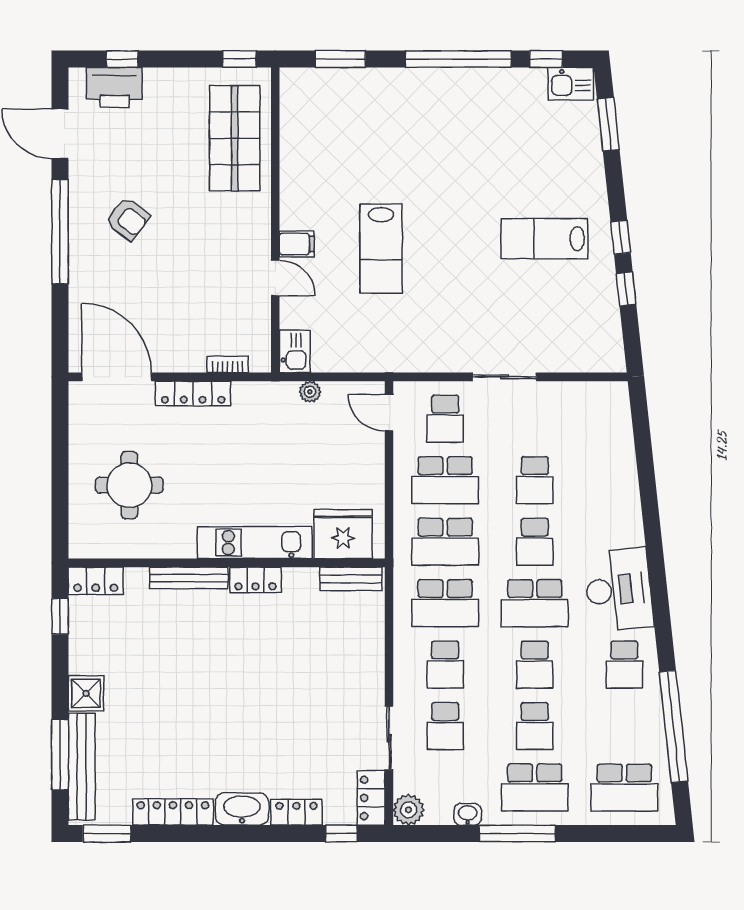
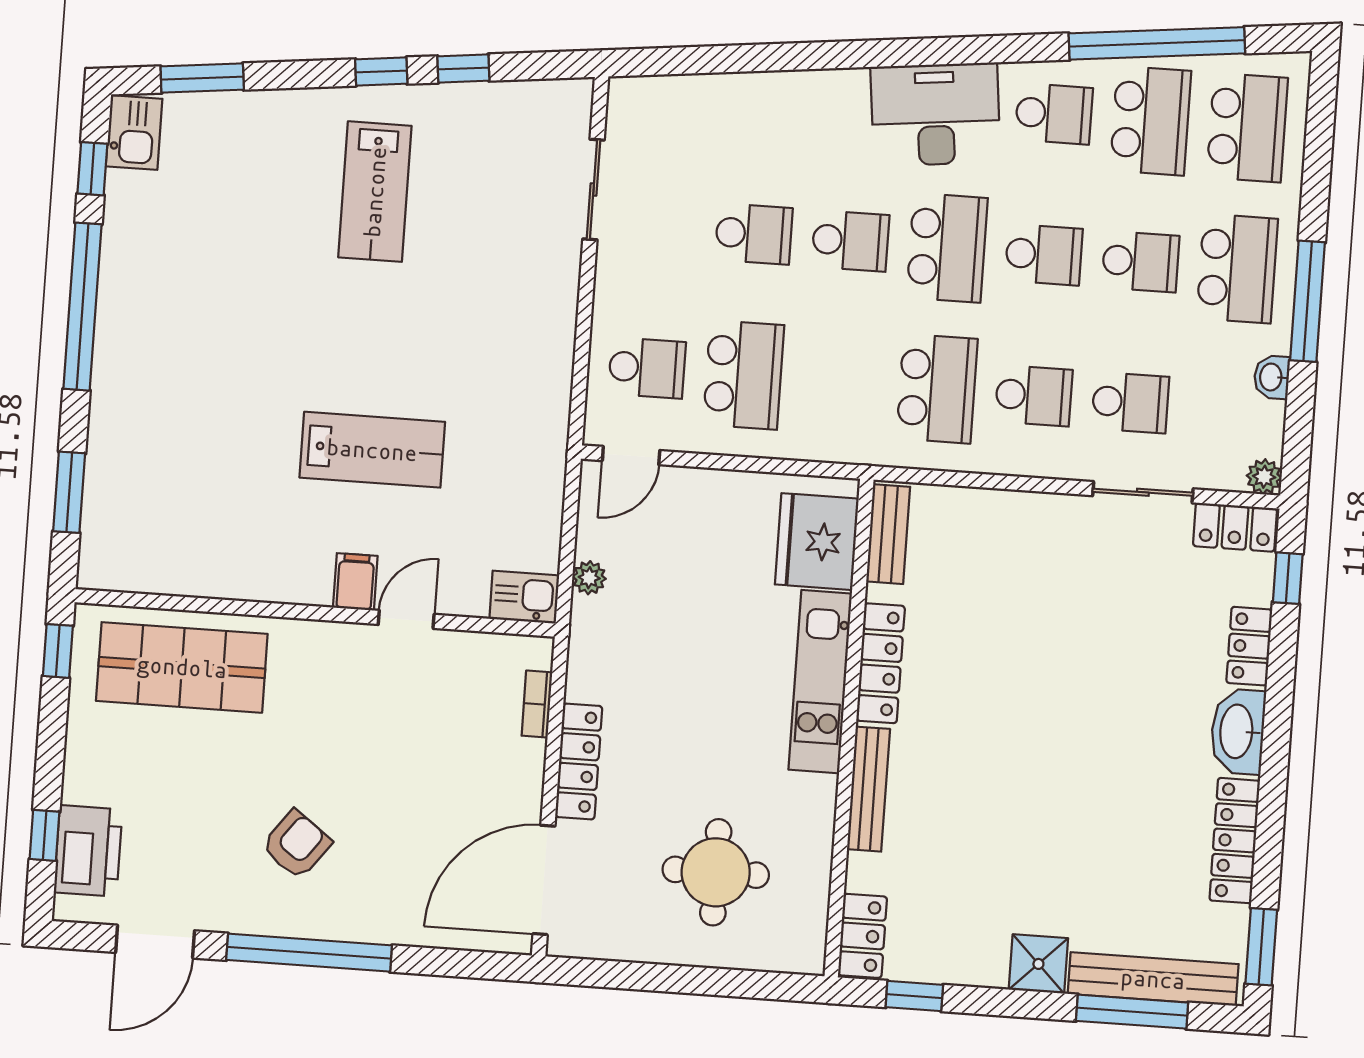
sliding door: (504, 377) -> (593, 189), moved
school desk: (445, 542) -> (1151, 121), moved
locker: (256, 580) -> (881, 663), width x1.53
plant: (409, 810) -> (1264, 477), width x0.73, depth x0.73

